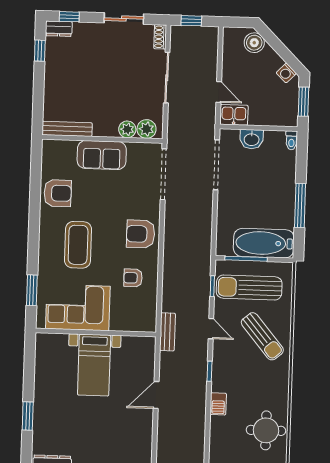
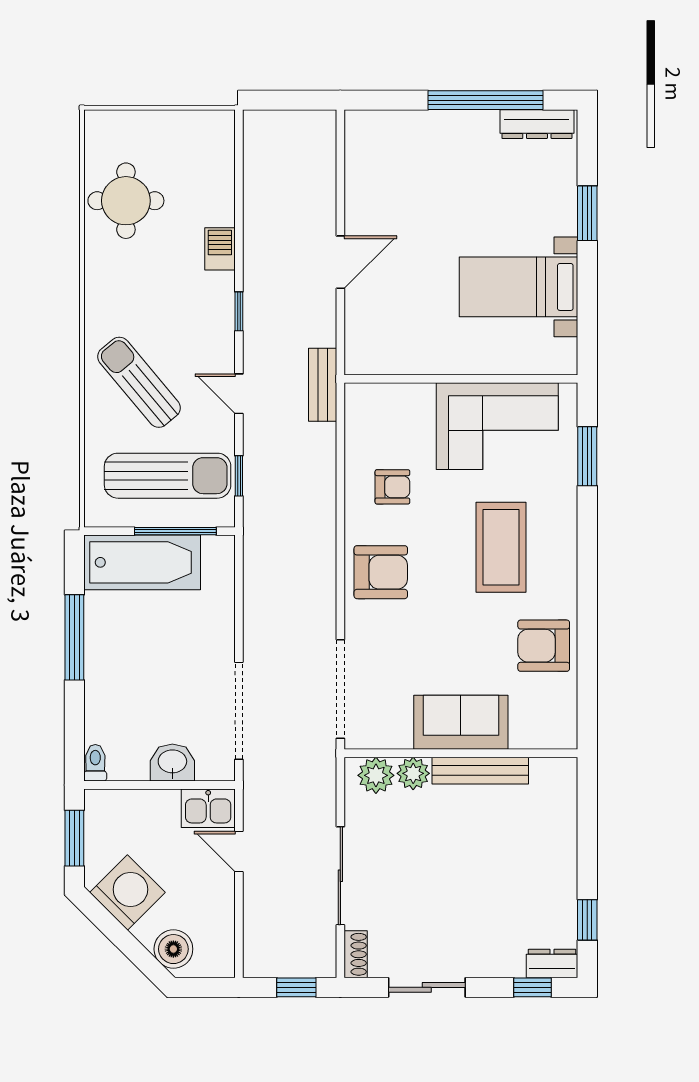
washing machine: (286, 73) -> (127, 892), width x1.89, depth x1.89
bench: (67, 129) -> (480, 771), moved
bed with nightstands: (94, 365) -> (519, 287), moved, turned -90

